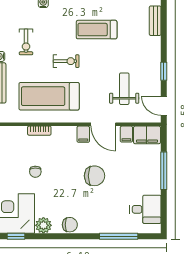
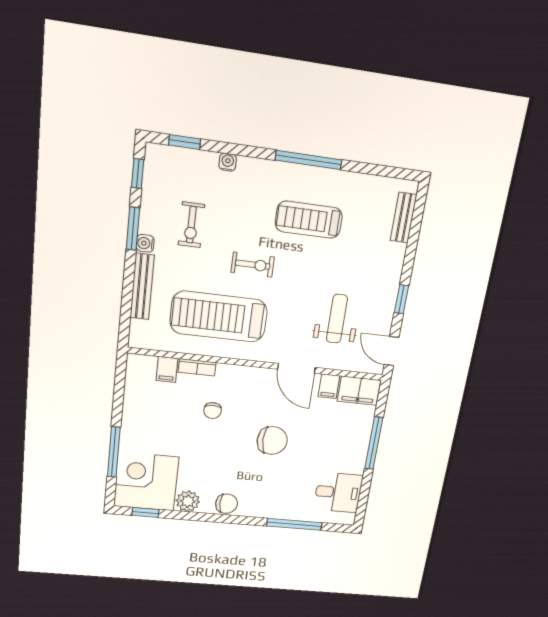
filing cabinet: (83, 134) -> (167, 369), moved
chair: (35, 172) -> (213, 411), moved

